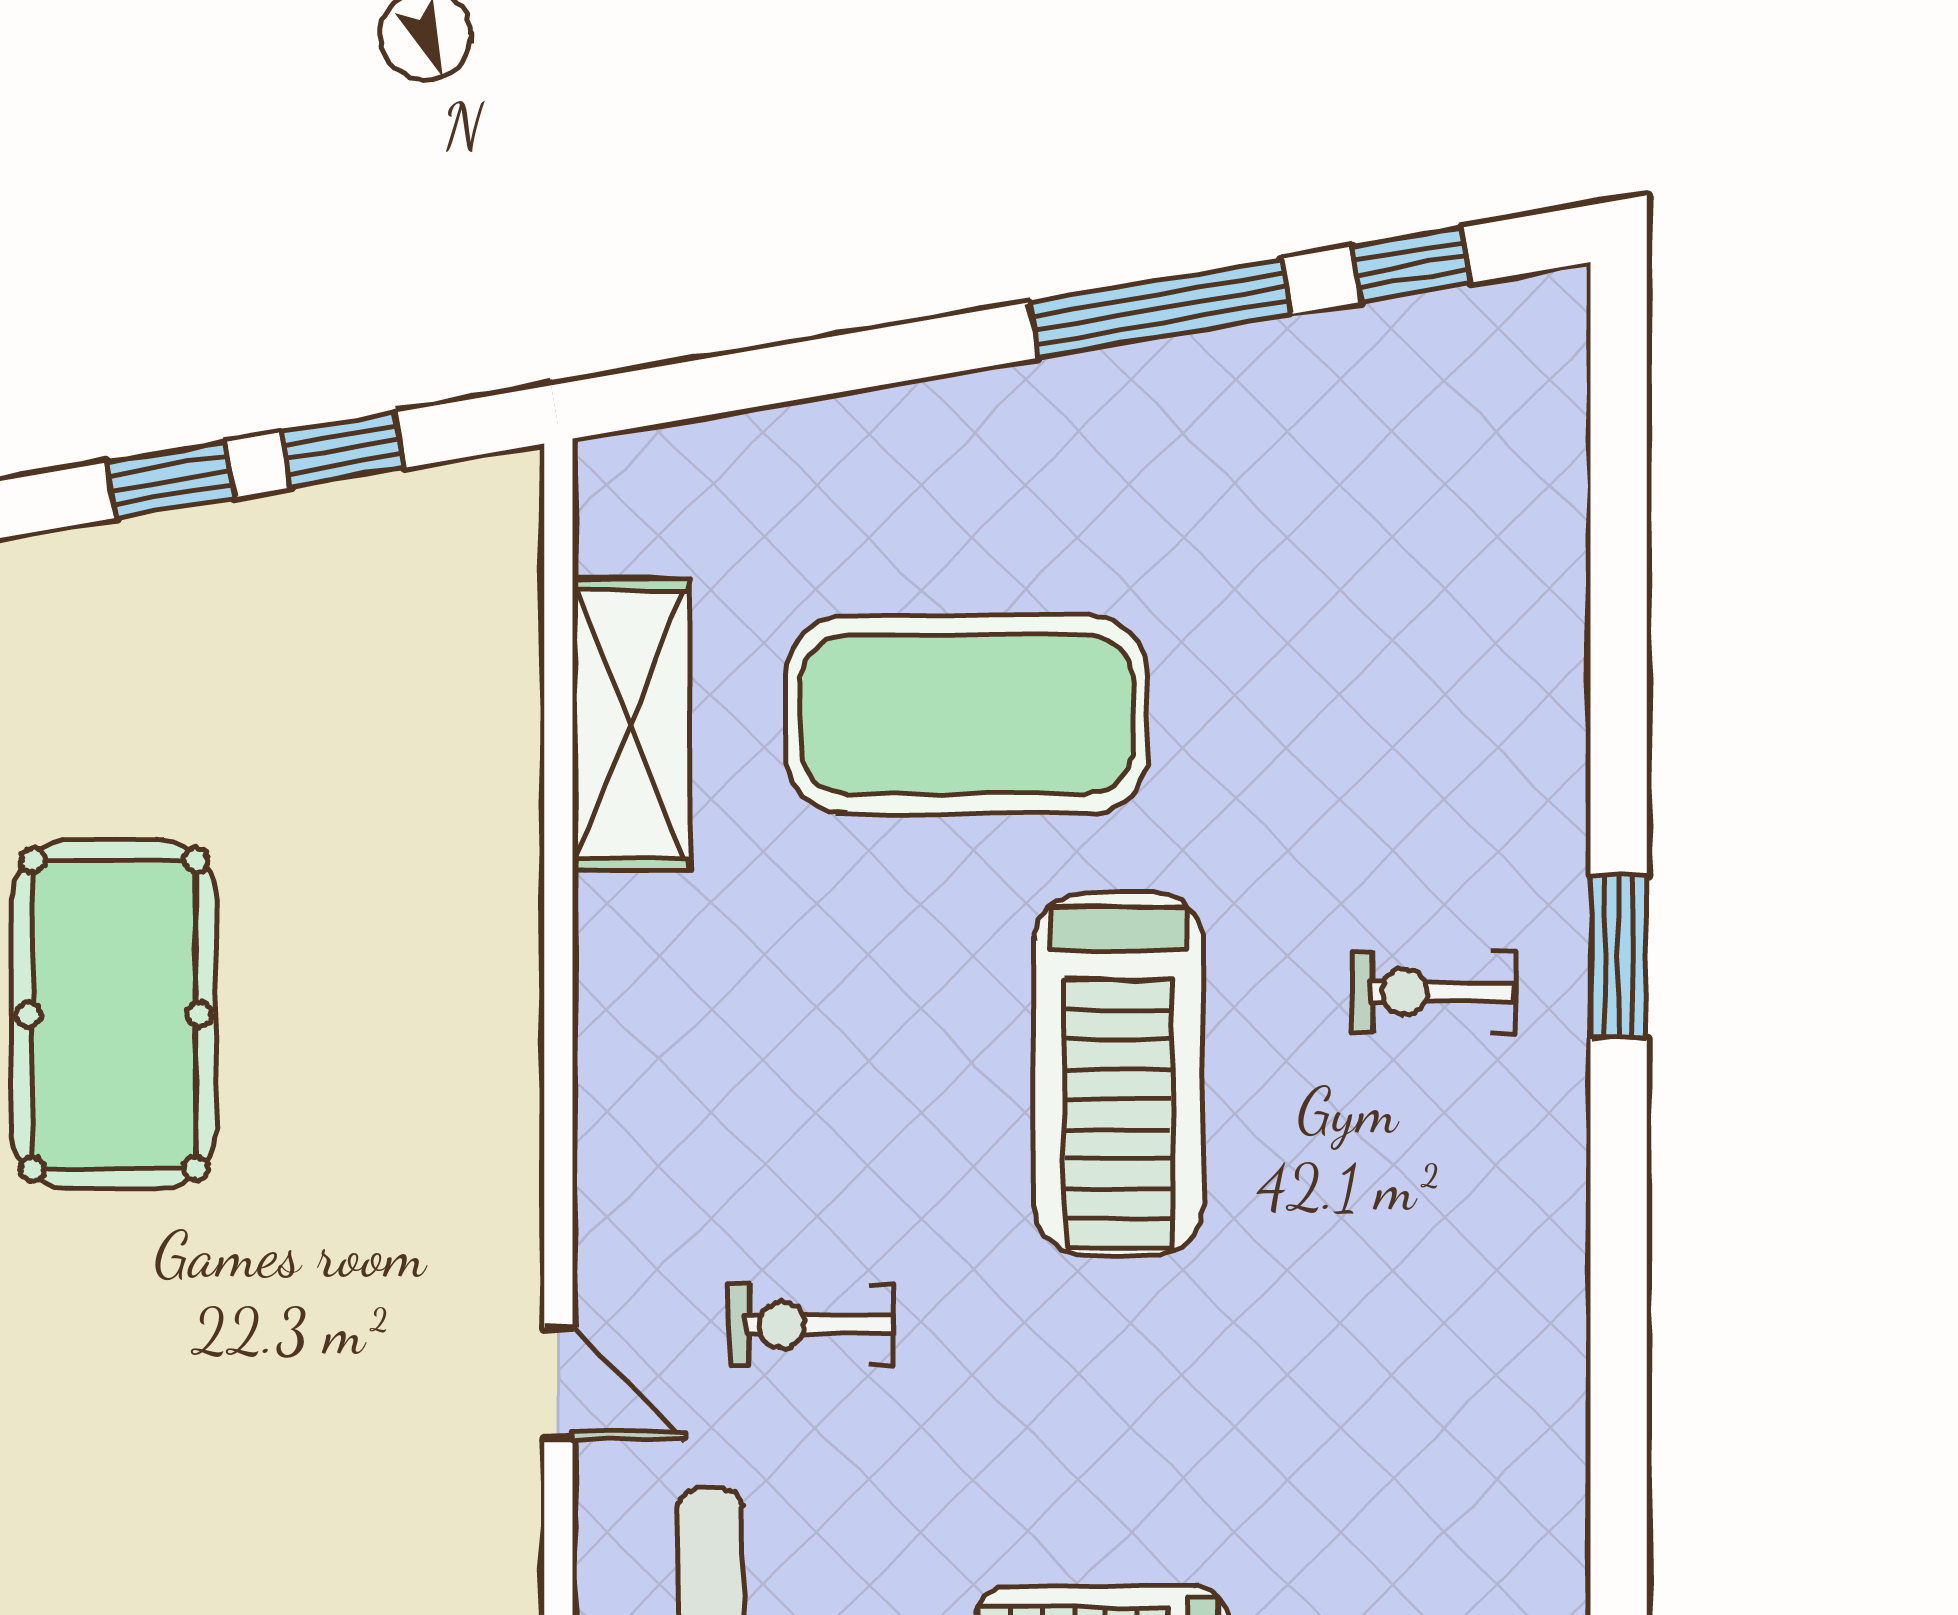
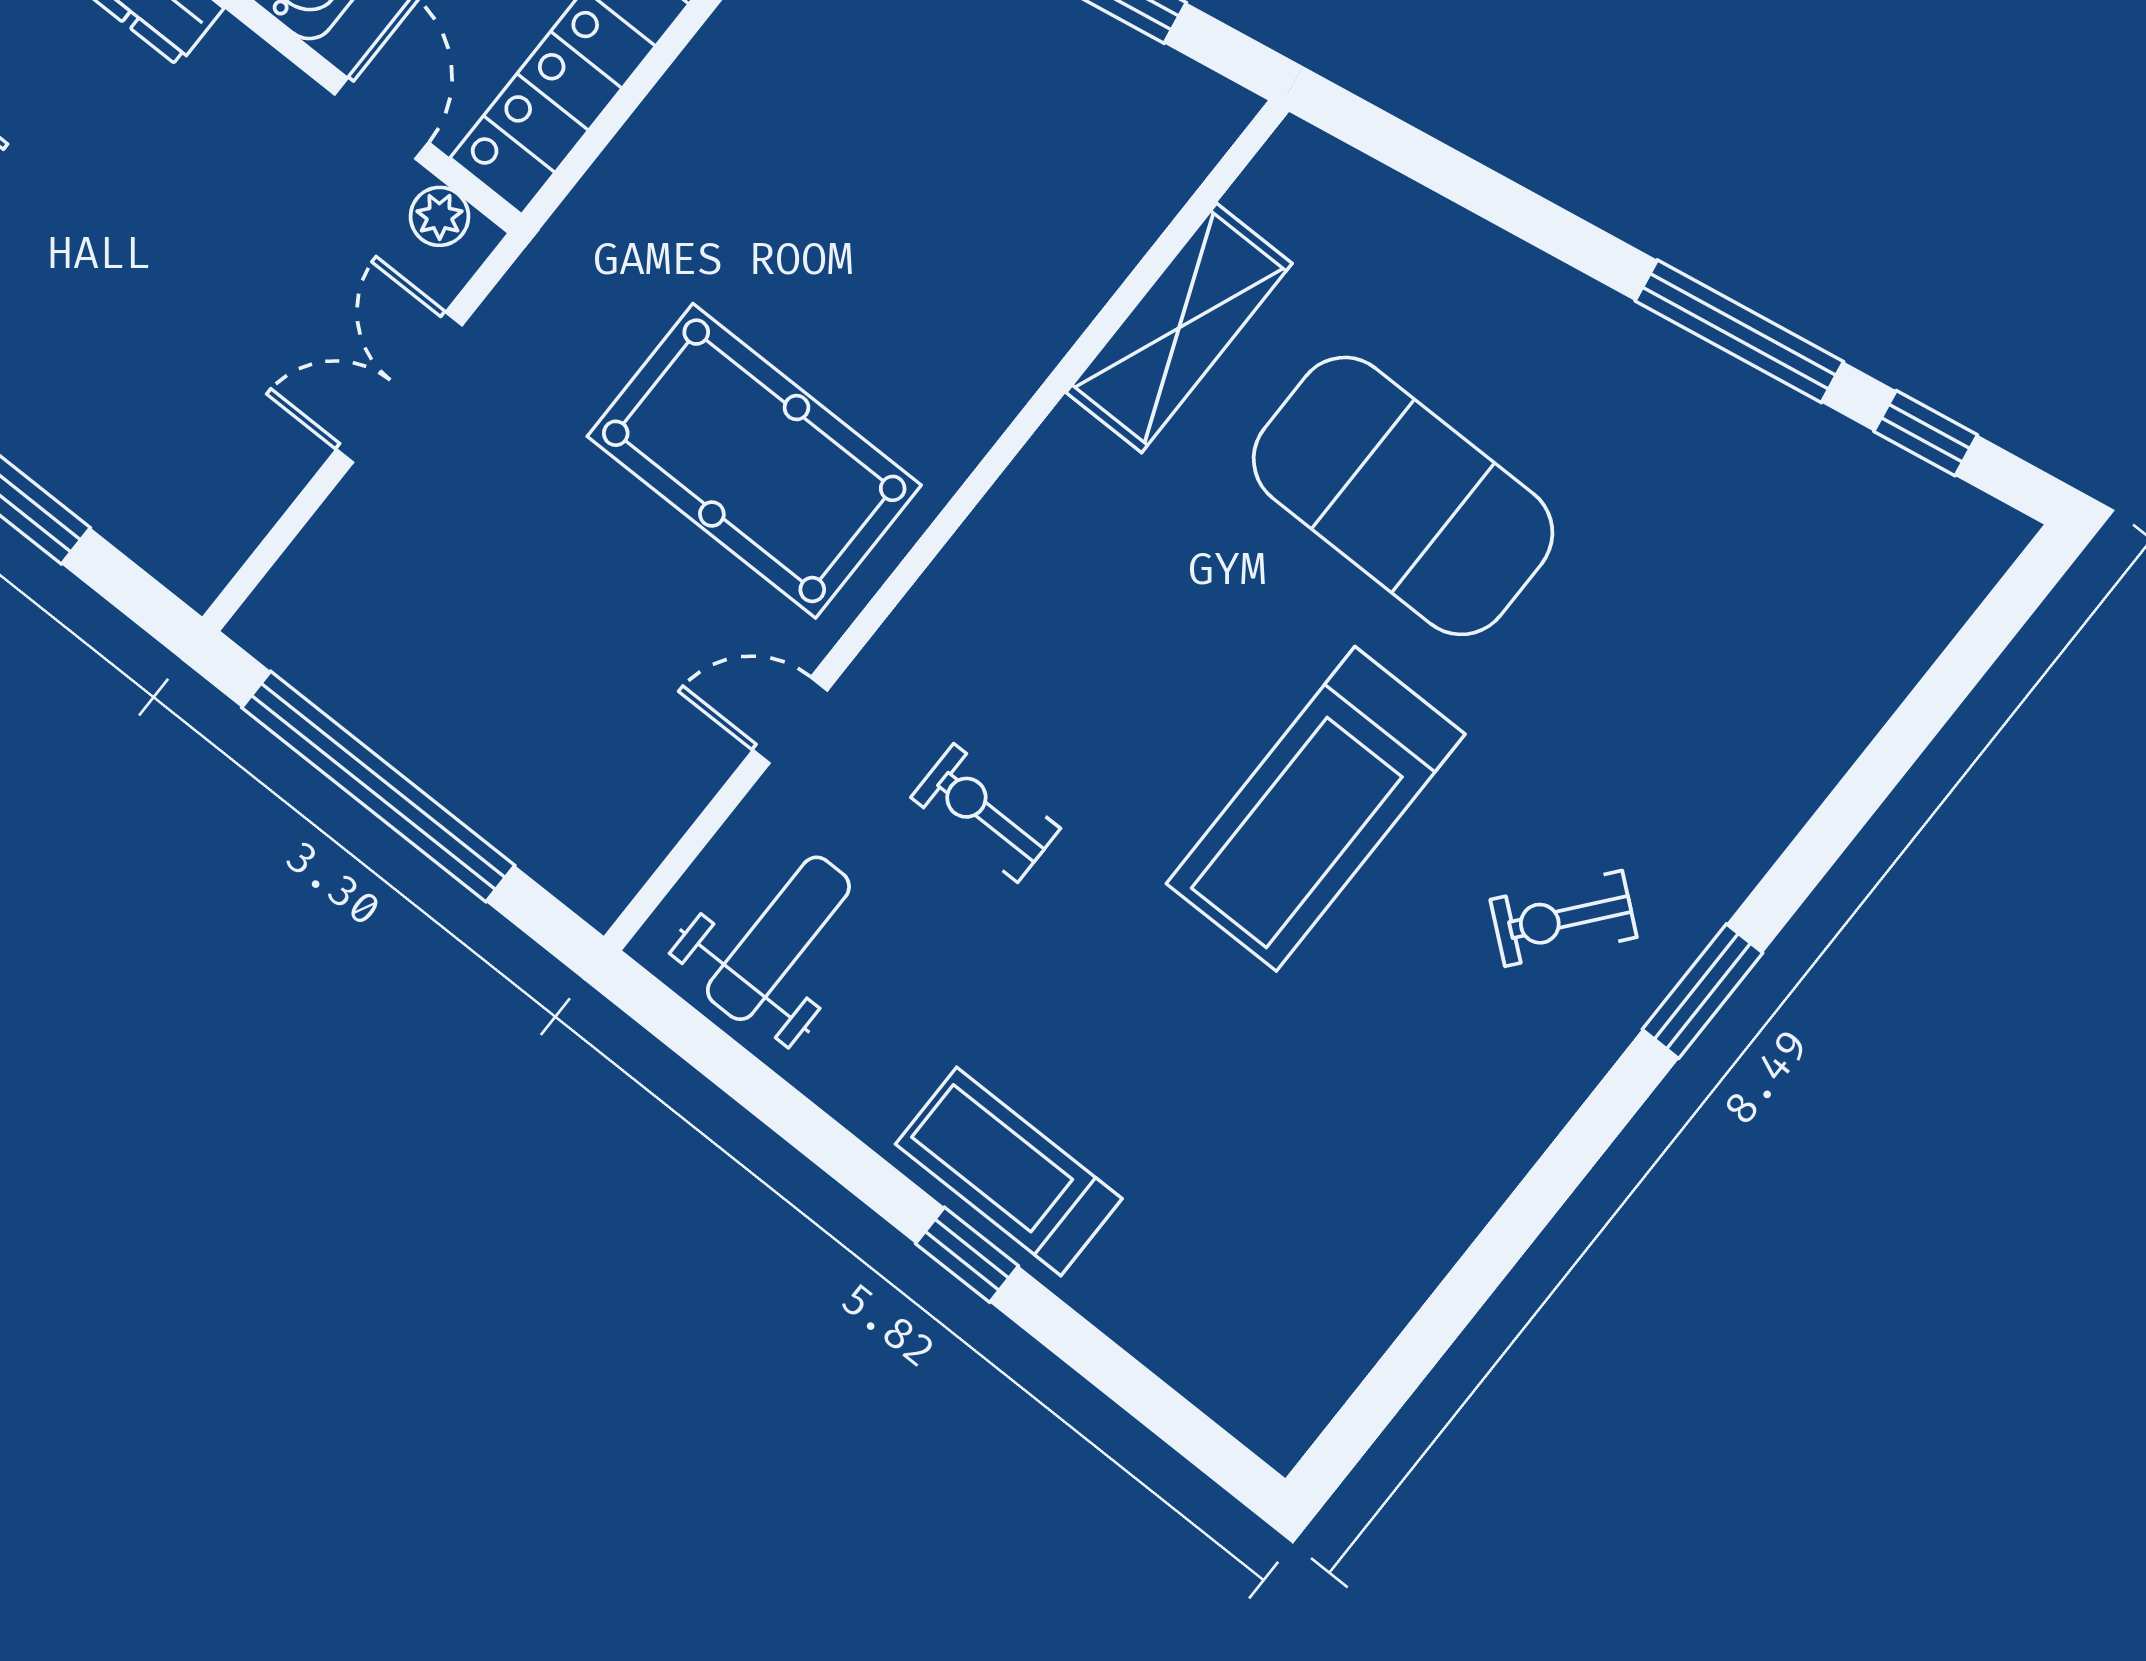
exercise bike: (1434, 992) -> (1564, 918), turned -51
pool table: (114, 1015) -> (754, 461), moved, turned 90
door: (558, 1384) -> (790, 720), swing flipped

